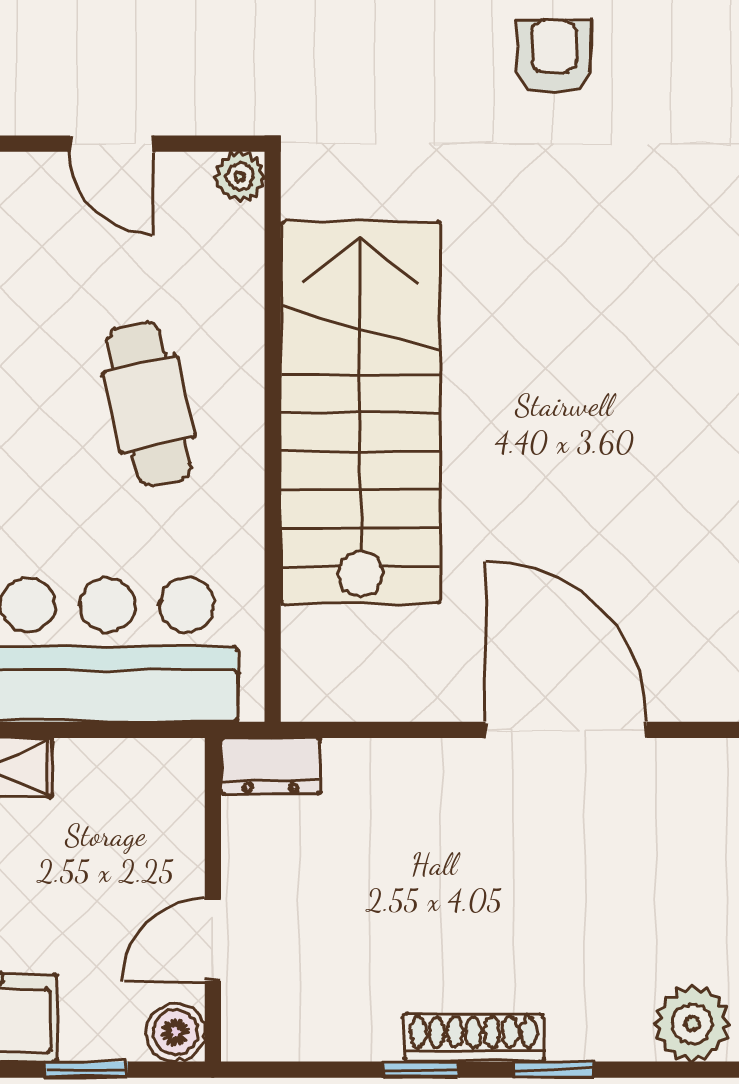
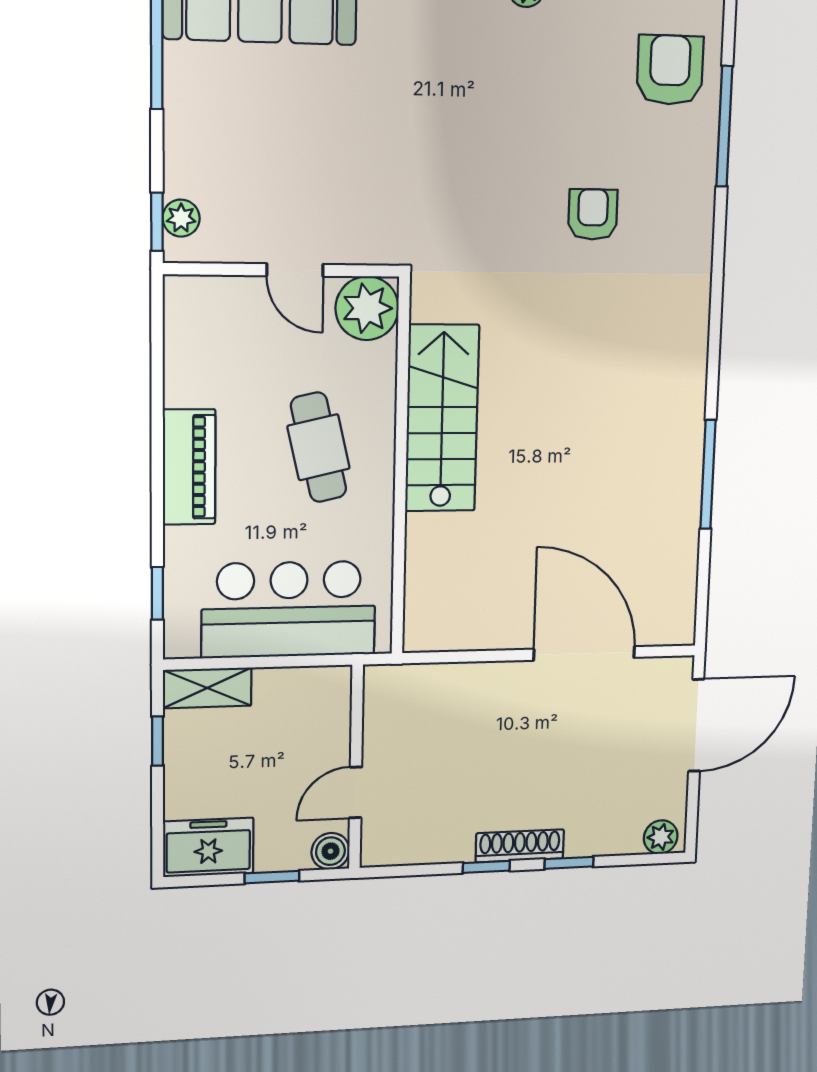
plant: (240, 176) -> (367, 308), width x1.88, depth x1.88
stairs: (360, 413) -> (442, 418), width x0.73, depth x0.66
dresser: (271, 766) -> (395, 681), removed
plant: (692, 1023) -> (661, 837), width x0.73, depth x0.73

